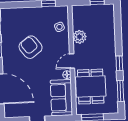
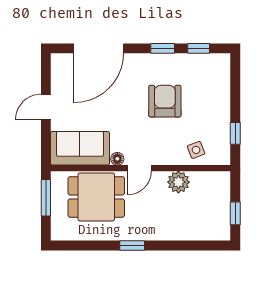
armchair: (31, 47) -> (165, 101), turned -53
door: (72, 61) -> (139, 168), swing flipped
window: (120, 91) -> (87, 245), removed

